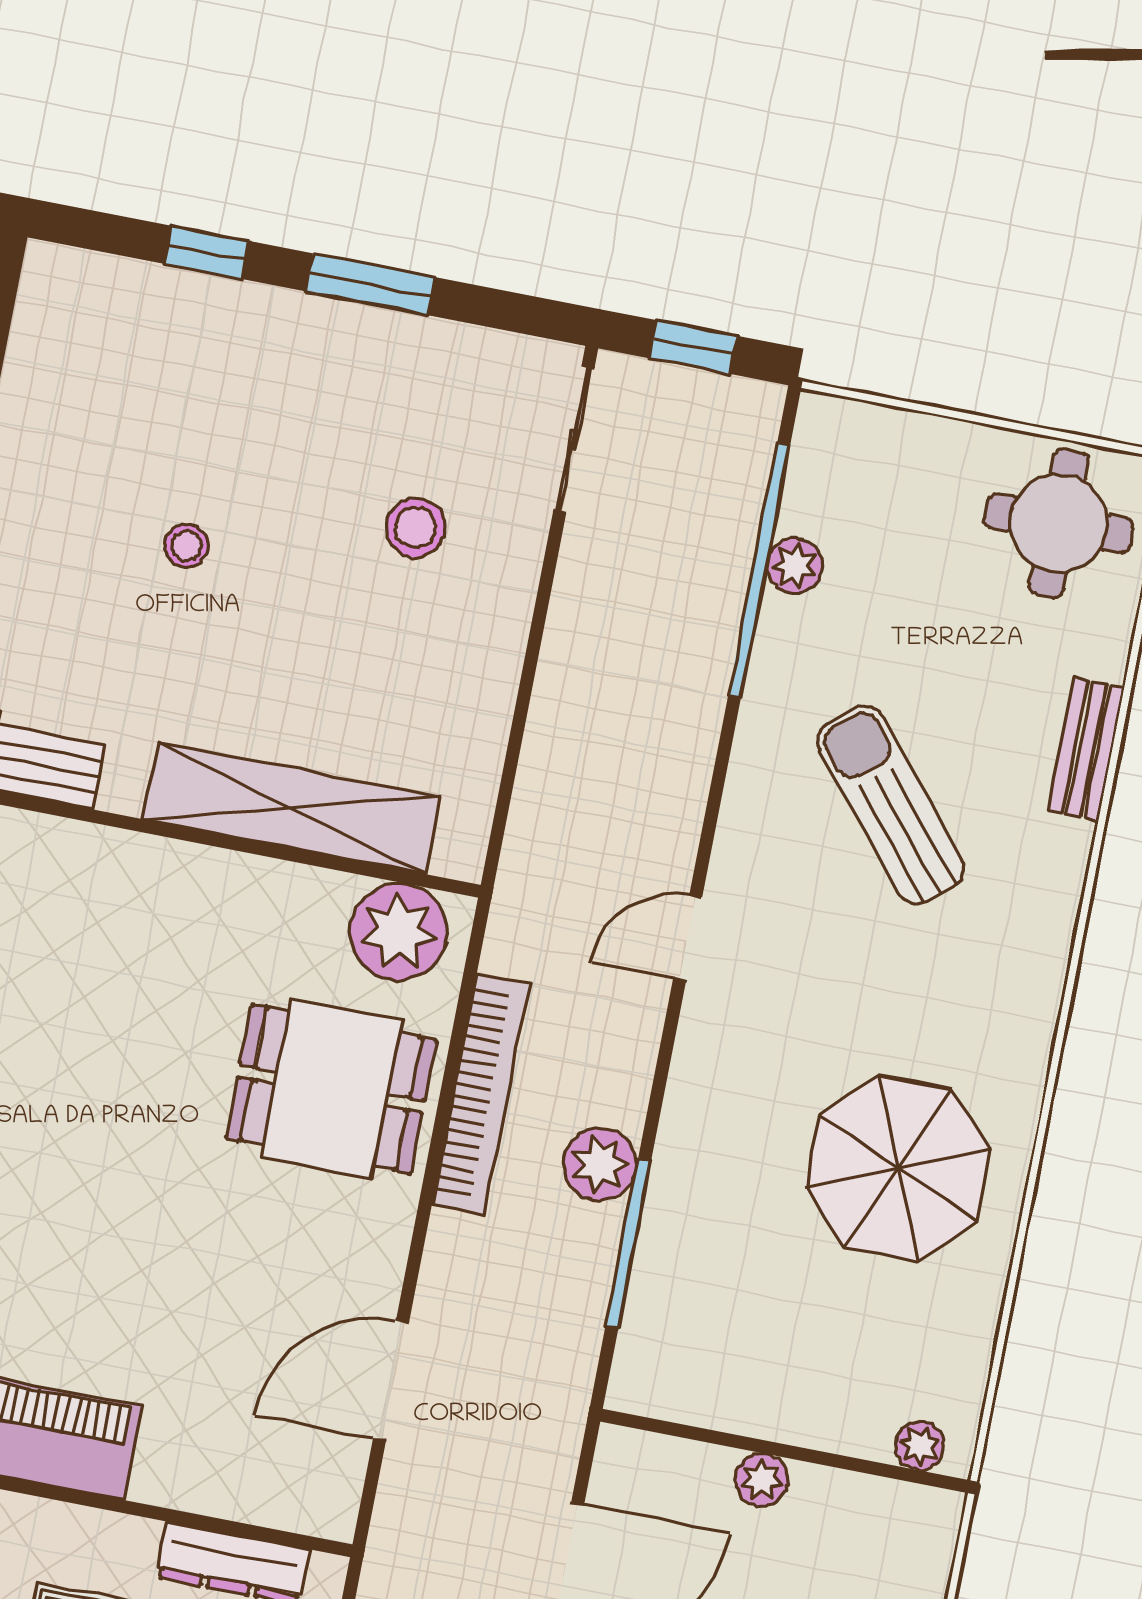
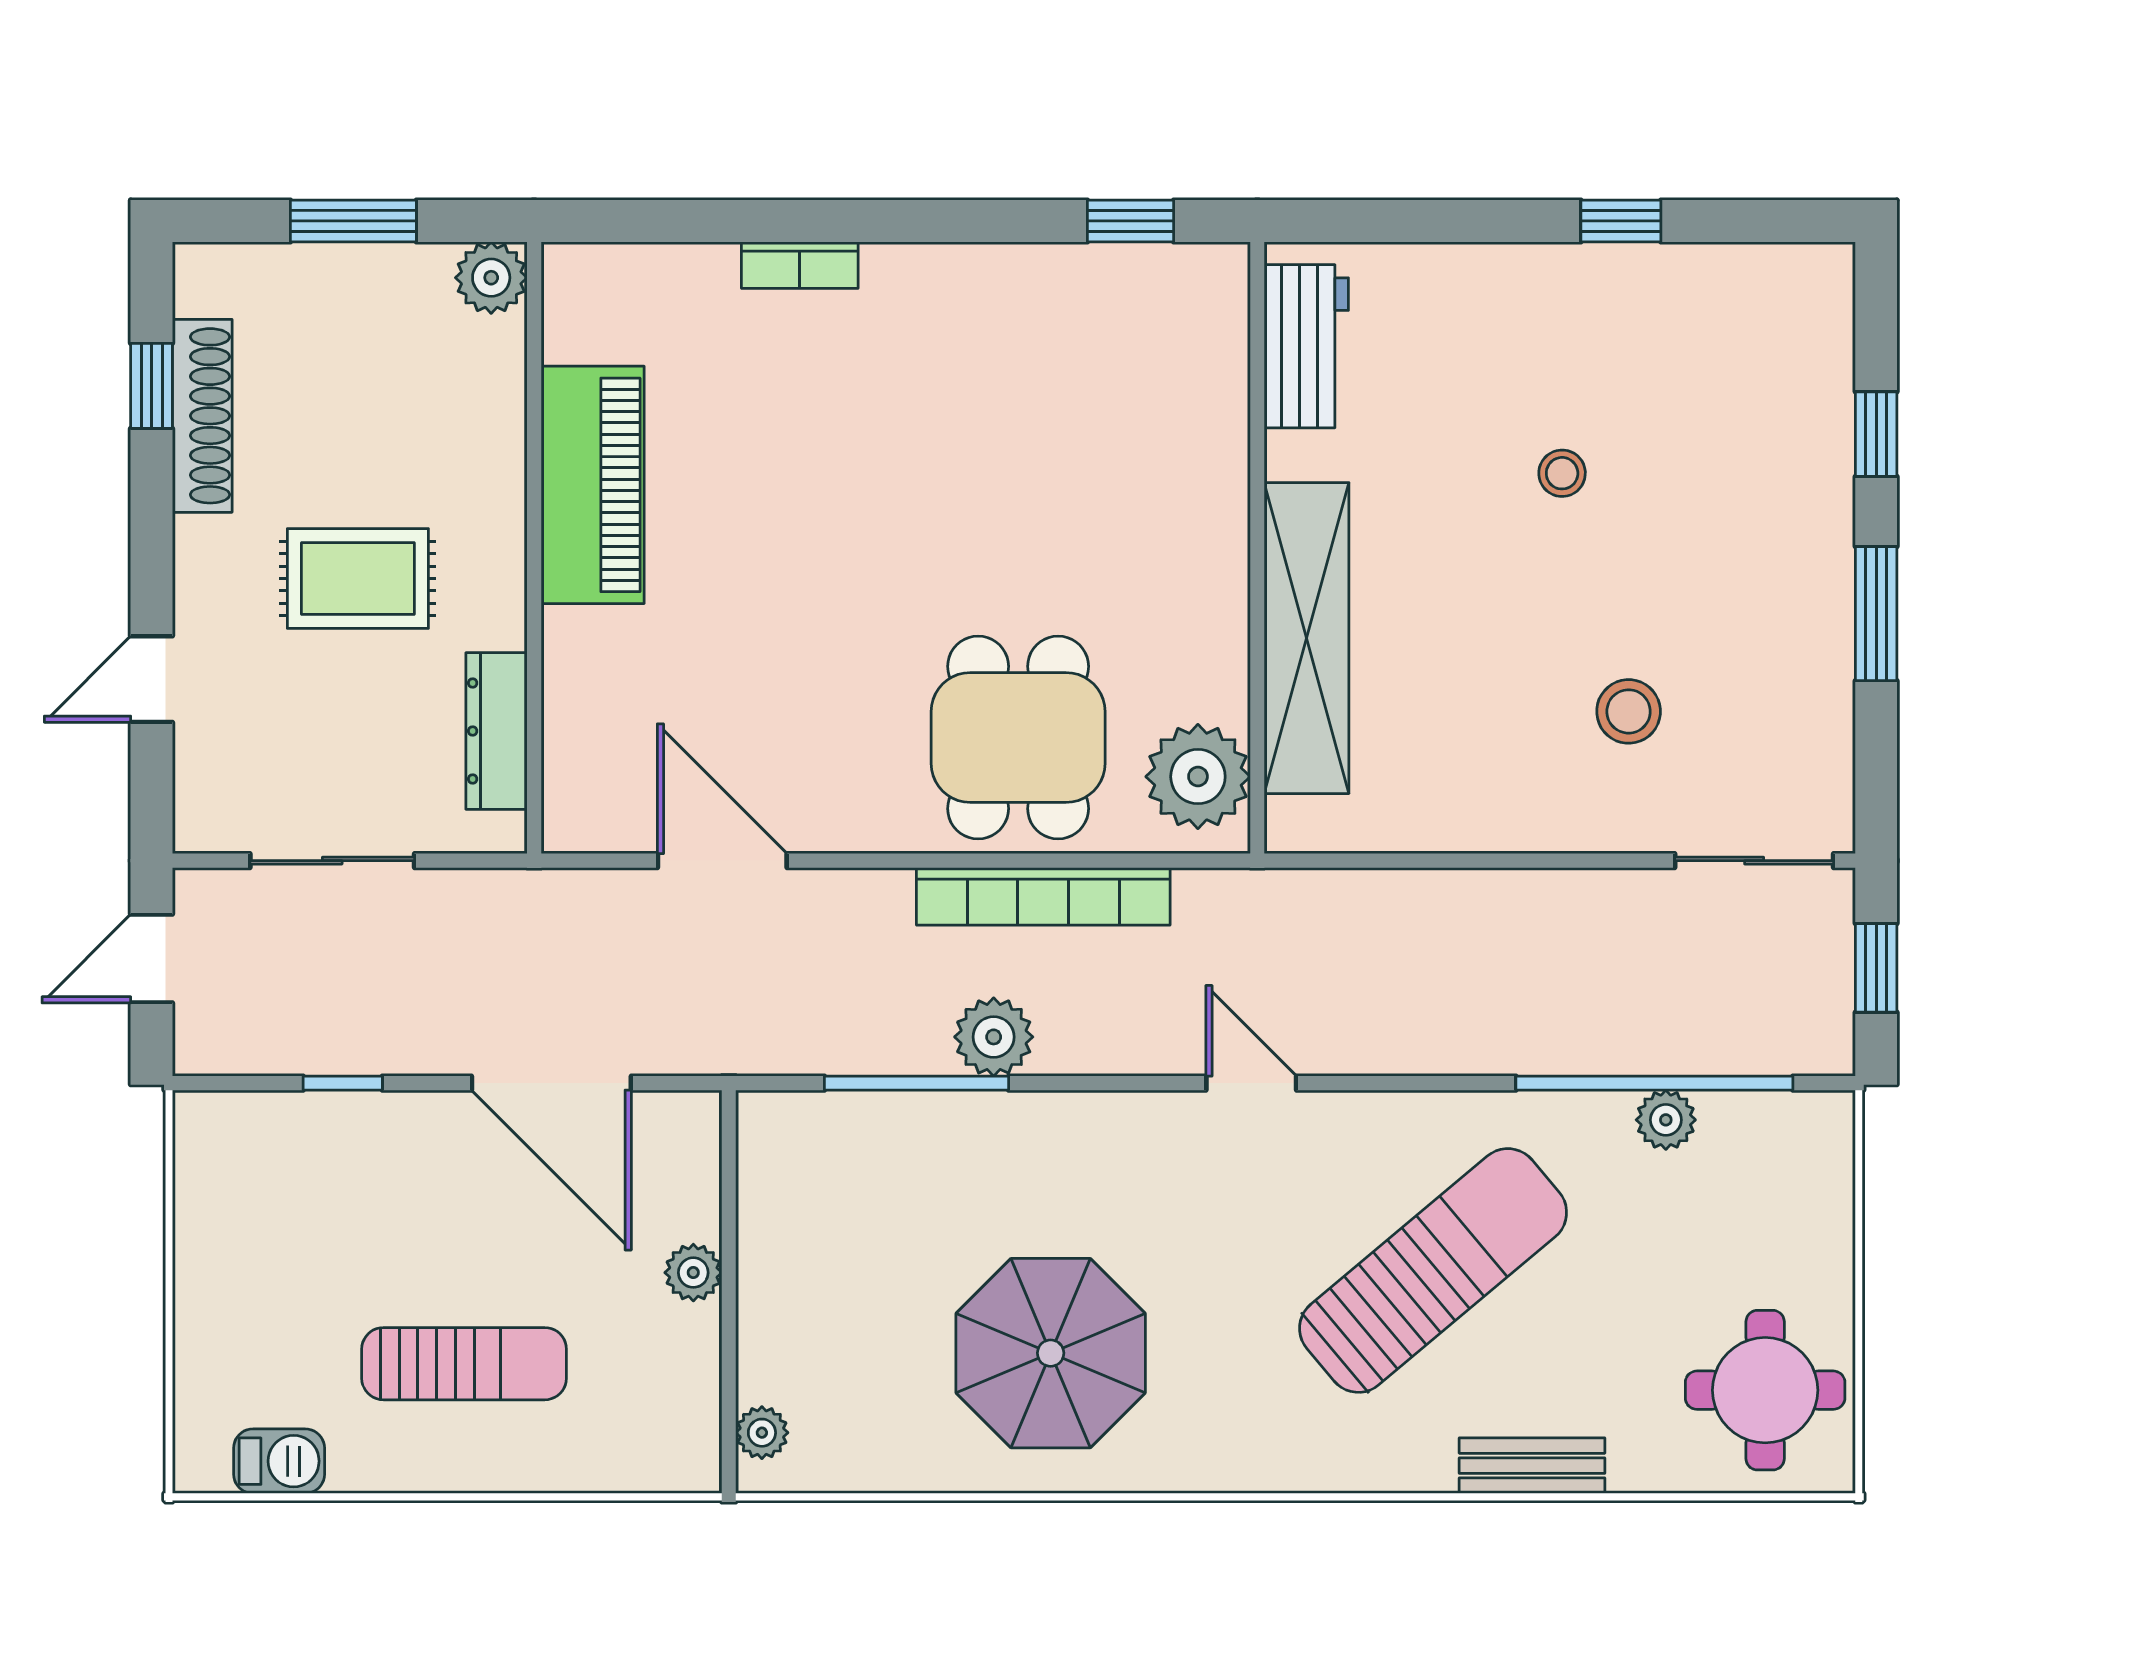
sun lounger: (891, 805) -> (1433, 1270), width x1.36, depth x1.34

